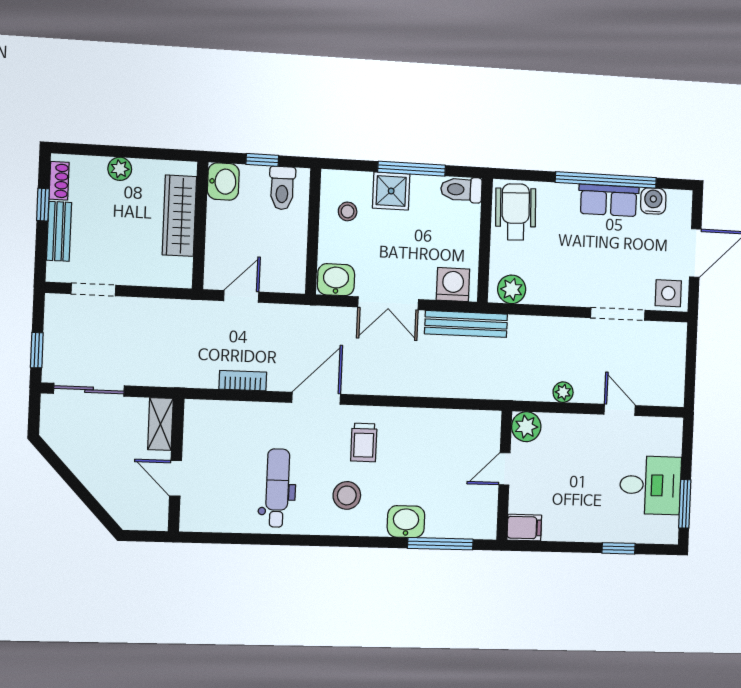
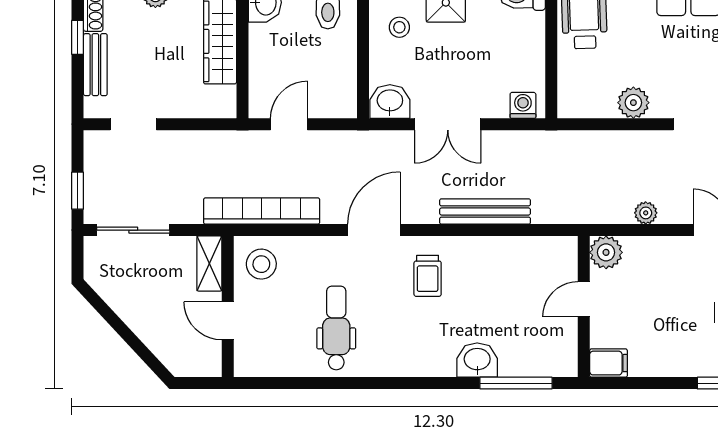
washing machine: (453, 285) -> (523, 105), width x0.73, depth x0.73
plant: (512, 289) -> (633, 103), moved
bench: (466, 324) -> (485, 211), moved
bookcase: (243, 381) -> (262, 211), width x2.31, depth x1.31
stool: (347, 495) -> (261, 264), moved

